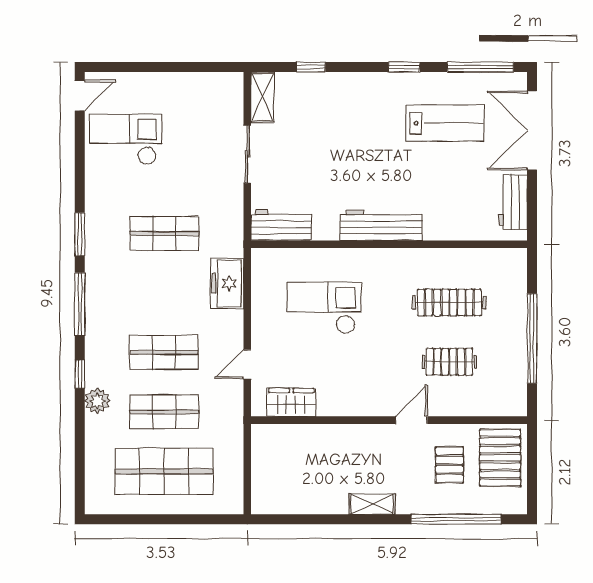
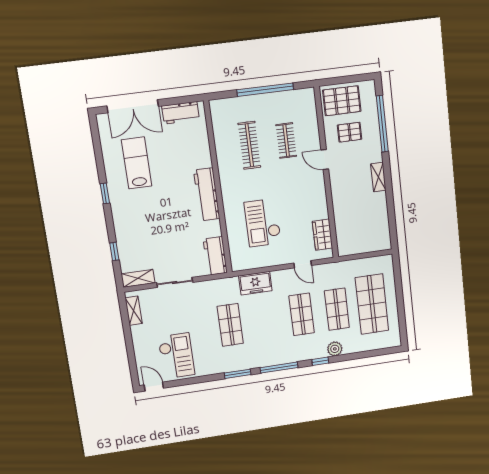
window: (480, 67) -> (97, 145), removed
shelving: (211, 82) -> (134, 311), added
checkout: (126, 139) -> (176, 356), turned 180

